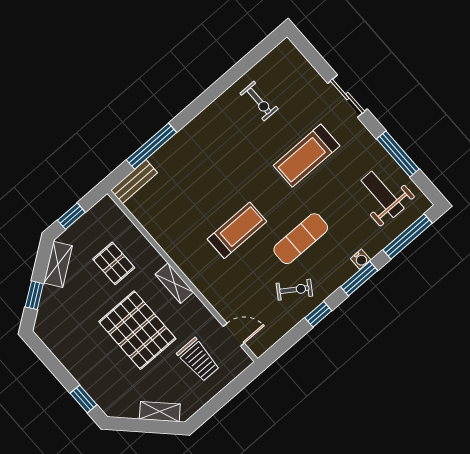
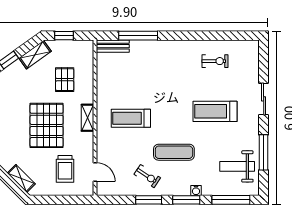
exercise bike: (259, 101) -> (215, 61), turned -90
weight bench: (383, 194) -> (237, 166), turned -90
treadmill: (237, 230) -> (131, 118), moved, turned 180
window: (318, 314) -> (149, 200), width x1.50

